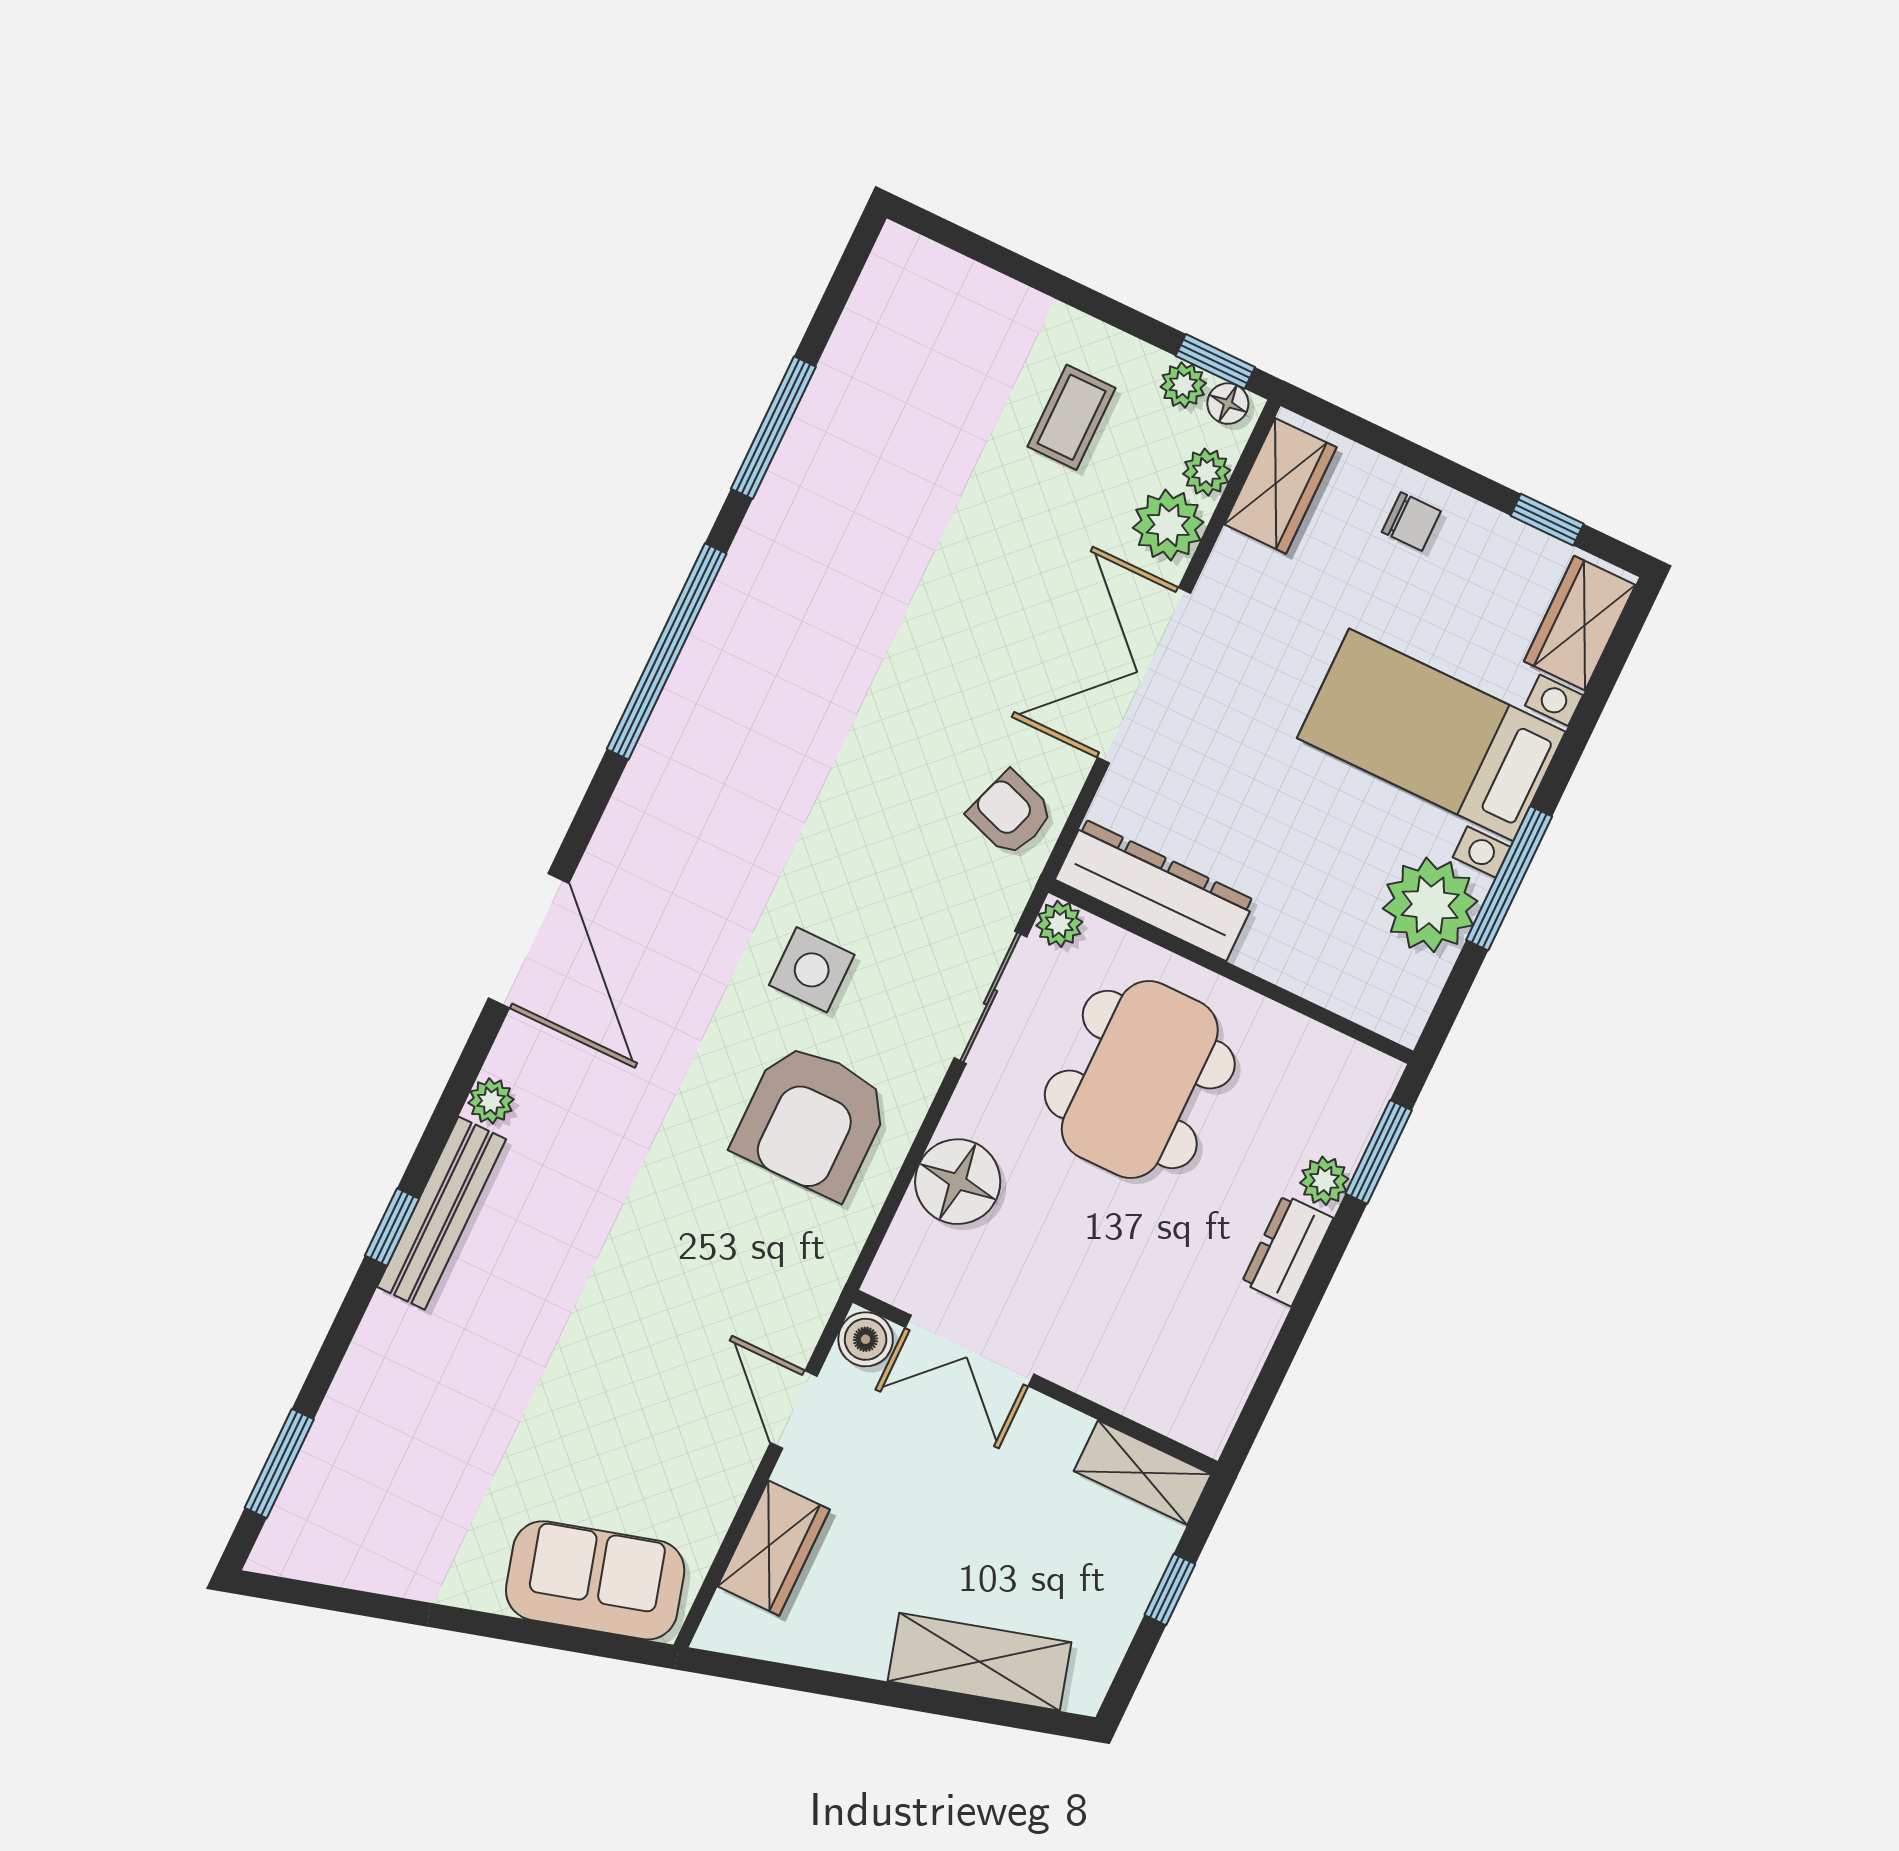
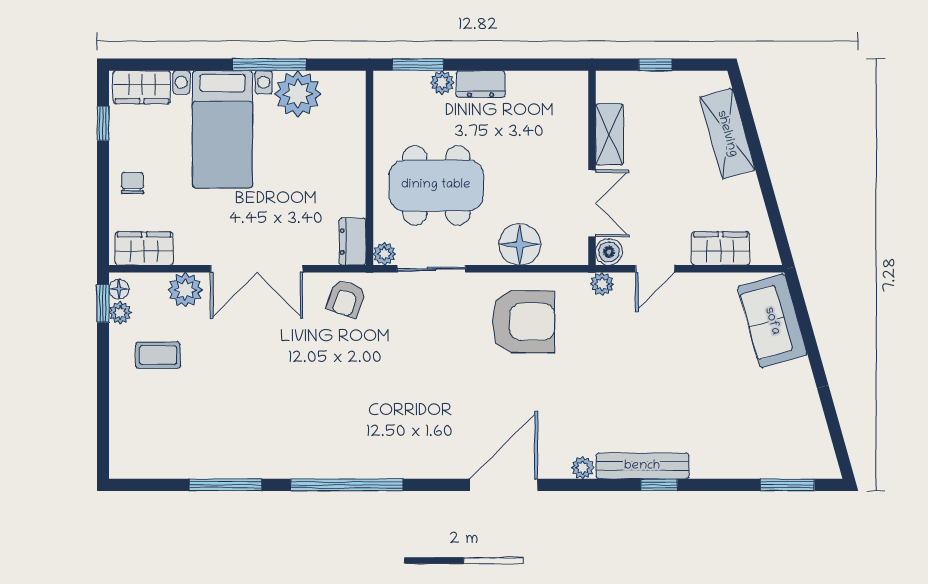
plant: (1207, 472) -> (602, 284), moved
dresser: (1155, 890) -> (353, 242), width x0.51, depth x0.80
side table: (812, 970) -> (457, 354), removed
shelving: (1143, 1473) -> (609, 134), moved

